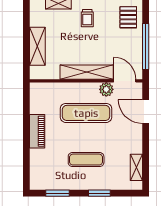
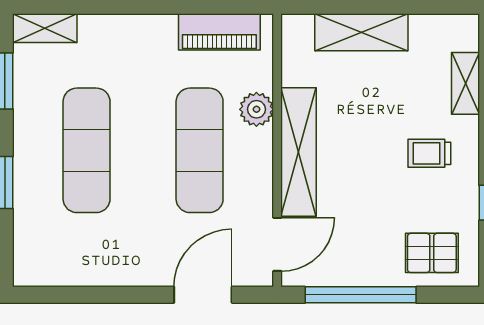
plant: (106, 89) -> (256, 109), moved
piano: (37, 131) -> (219, 32), moved
exercise mat: (86, 160) -> (87, 150), width x1.36, depth x1.45
shelving: (136, 167) -> (45, 28), moved

